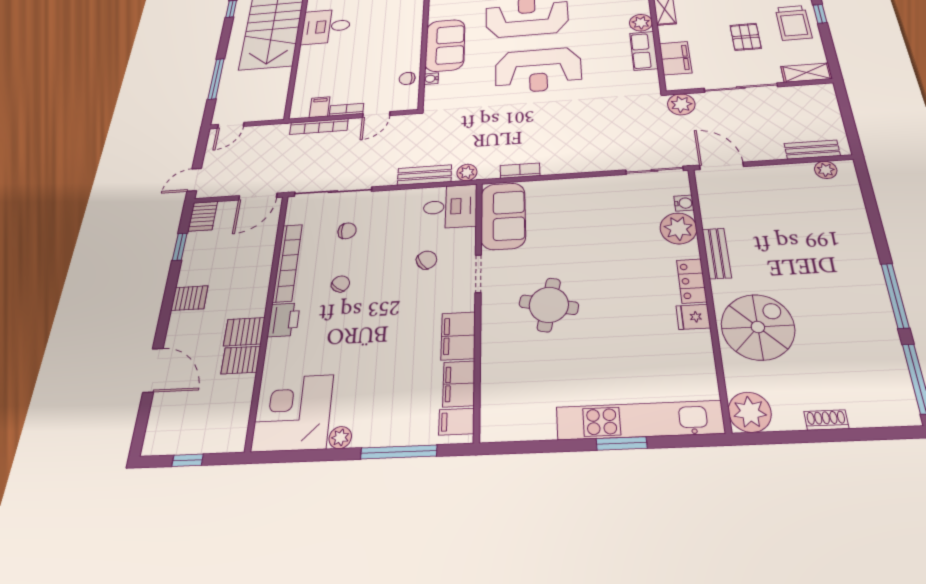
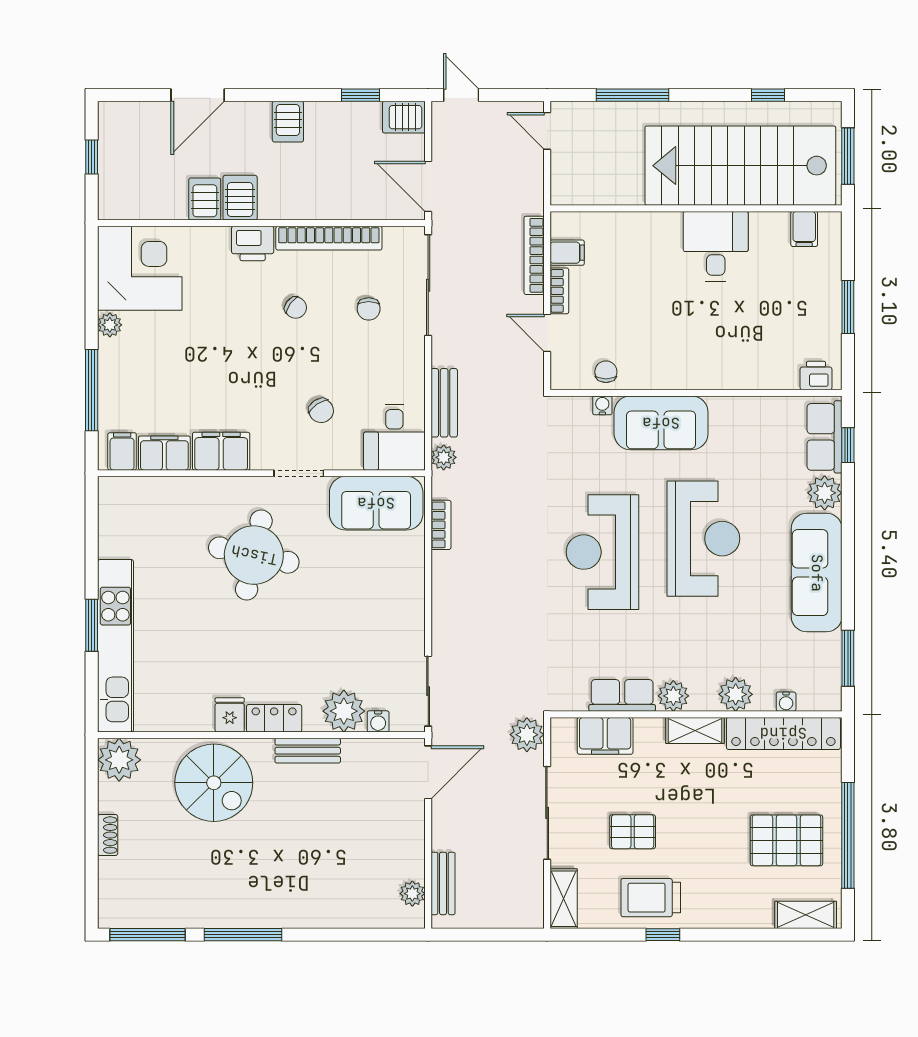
round table: (549, 305) -> (254, 555), width x1.36, depth x1.36

